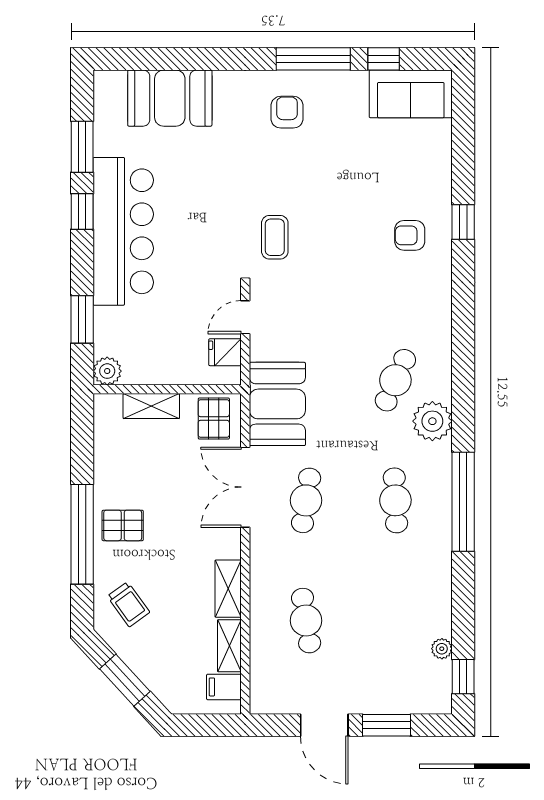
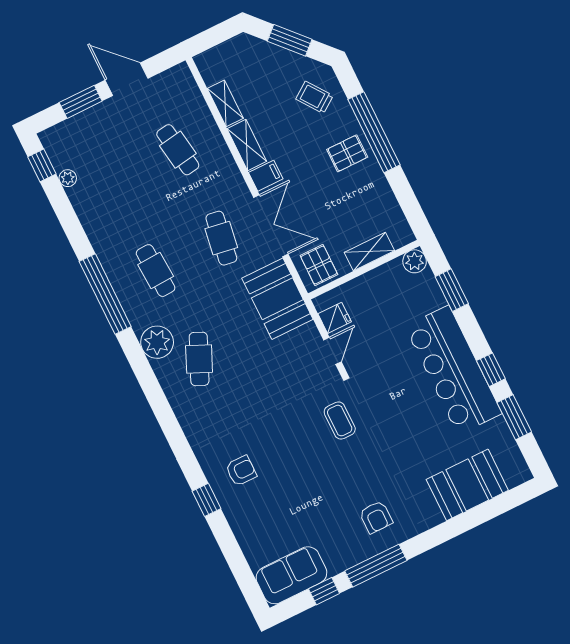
filing cabinet: (224, 687) -> (266, 176), moved

